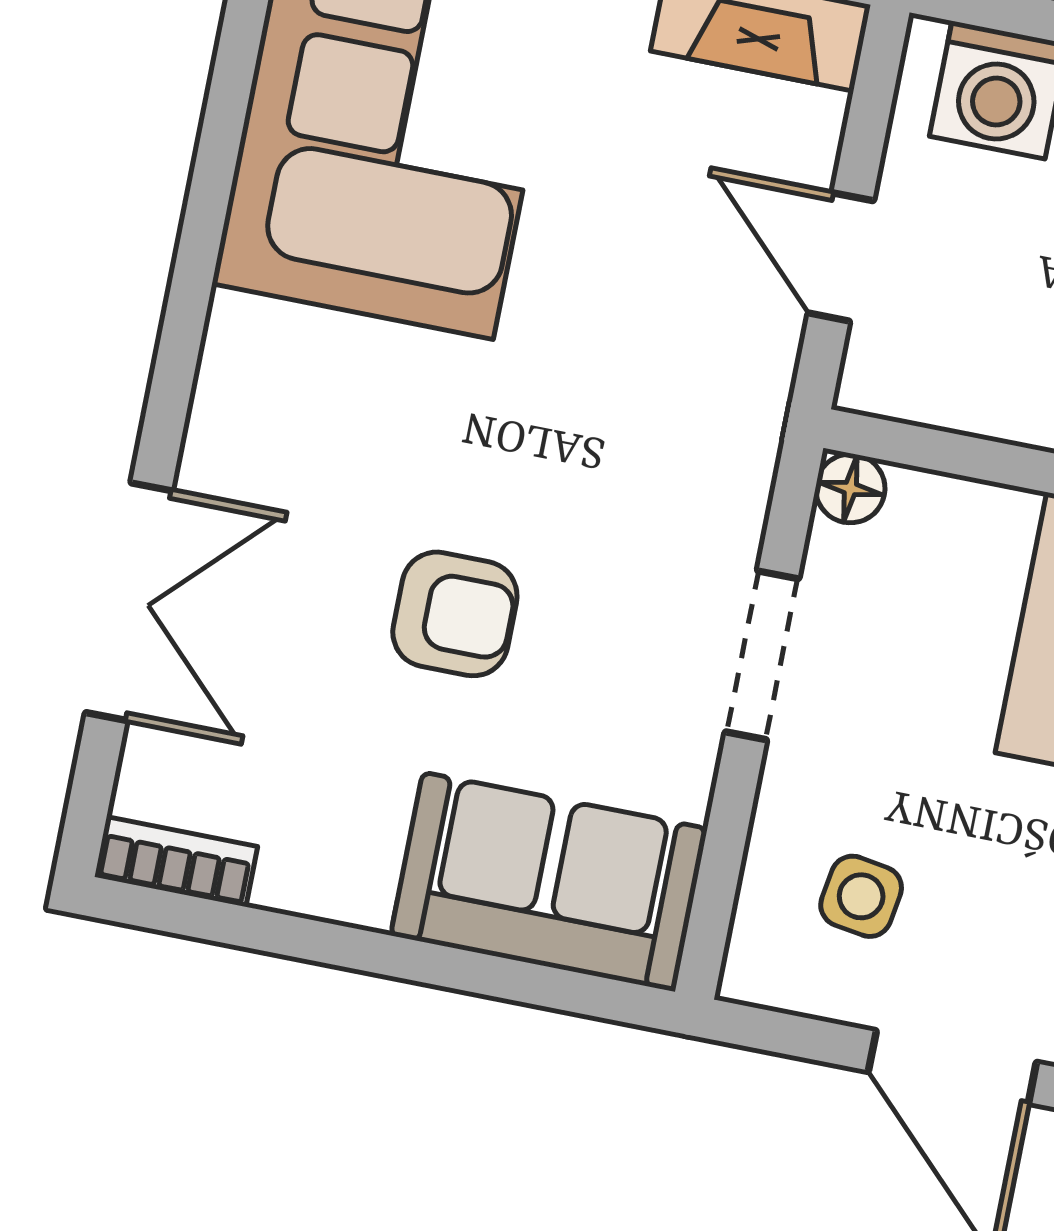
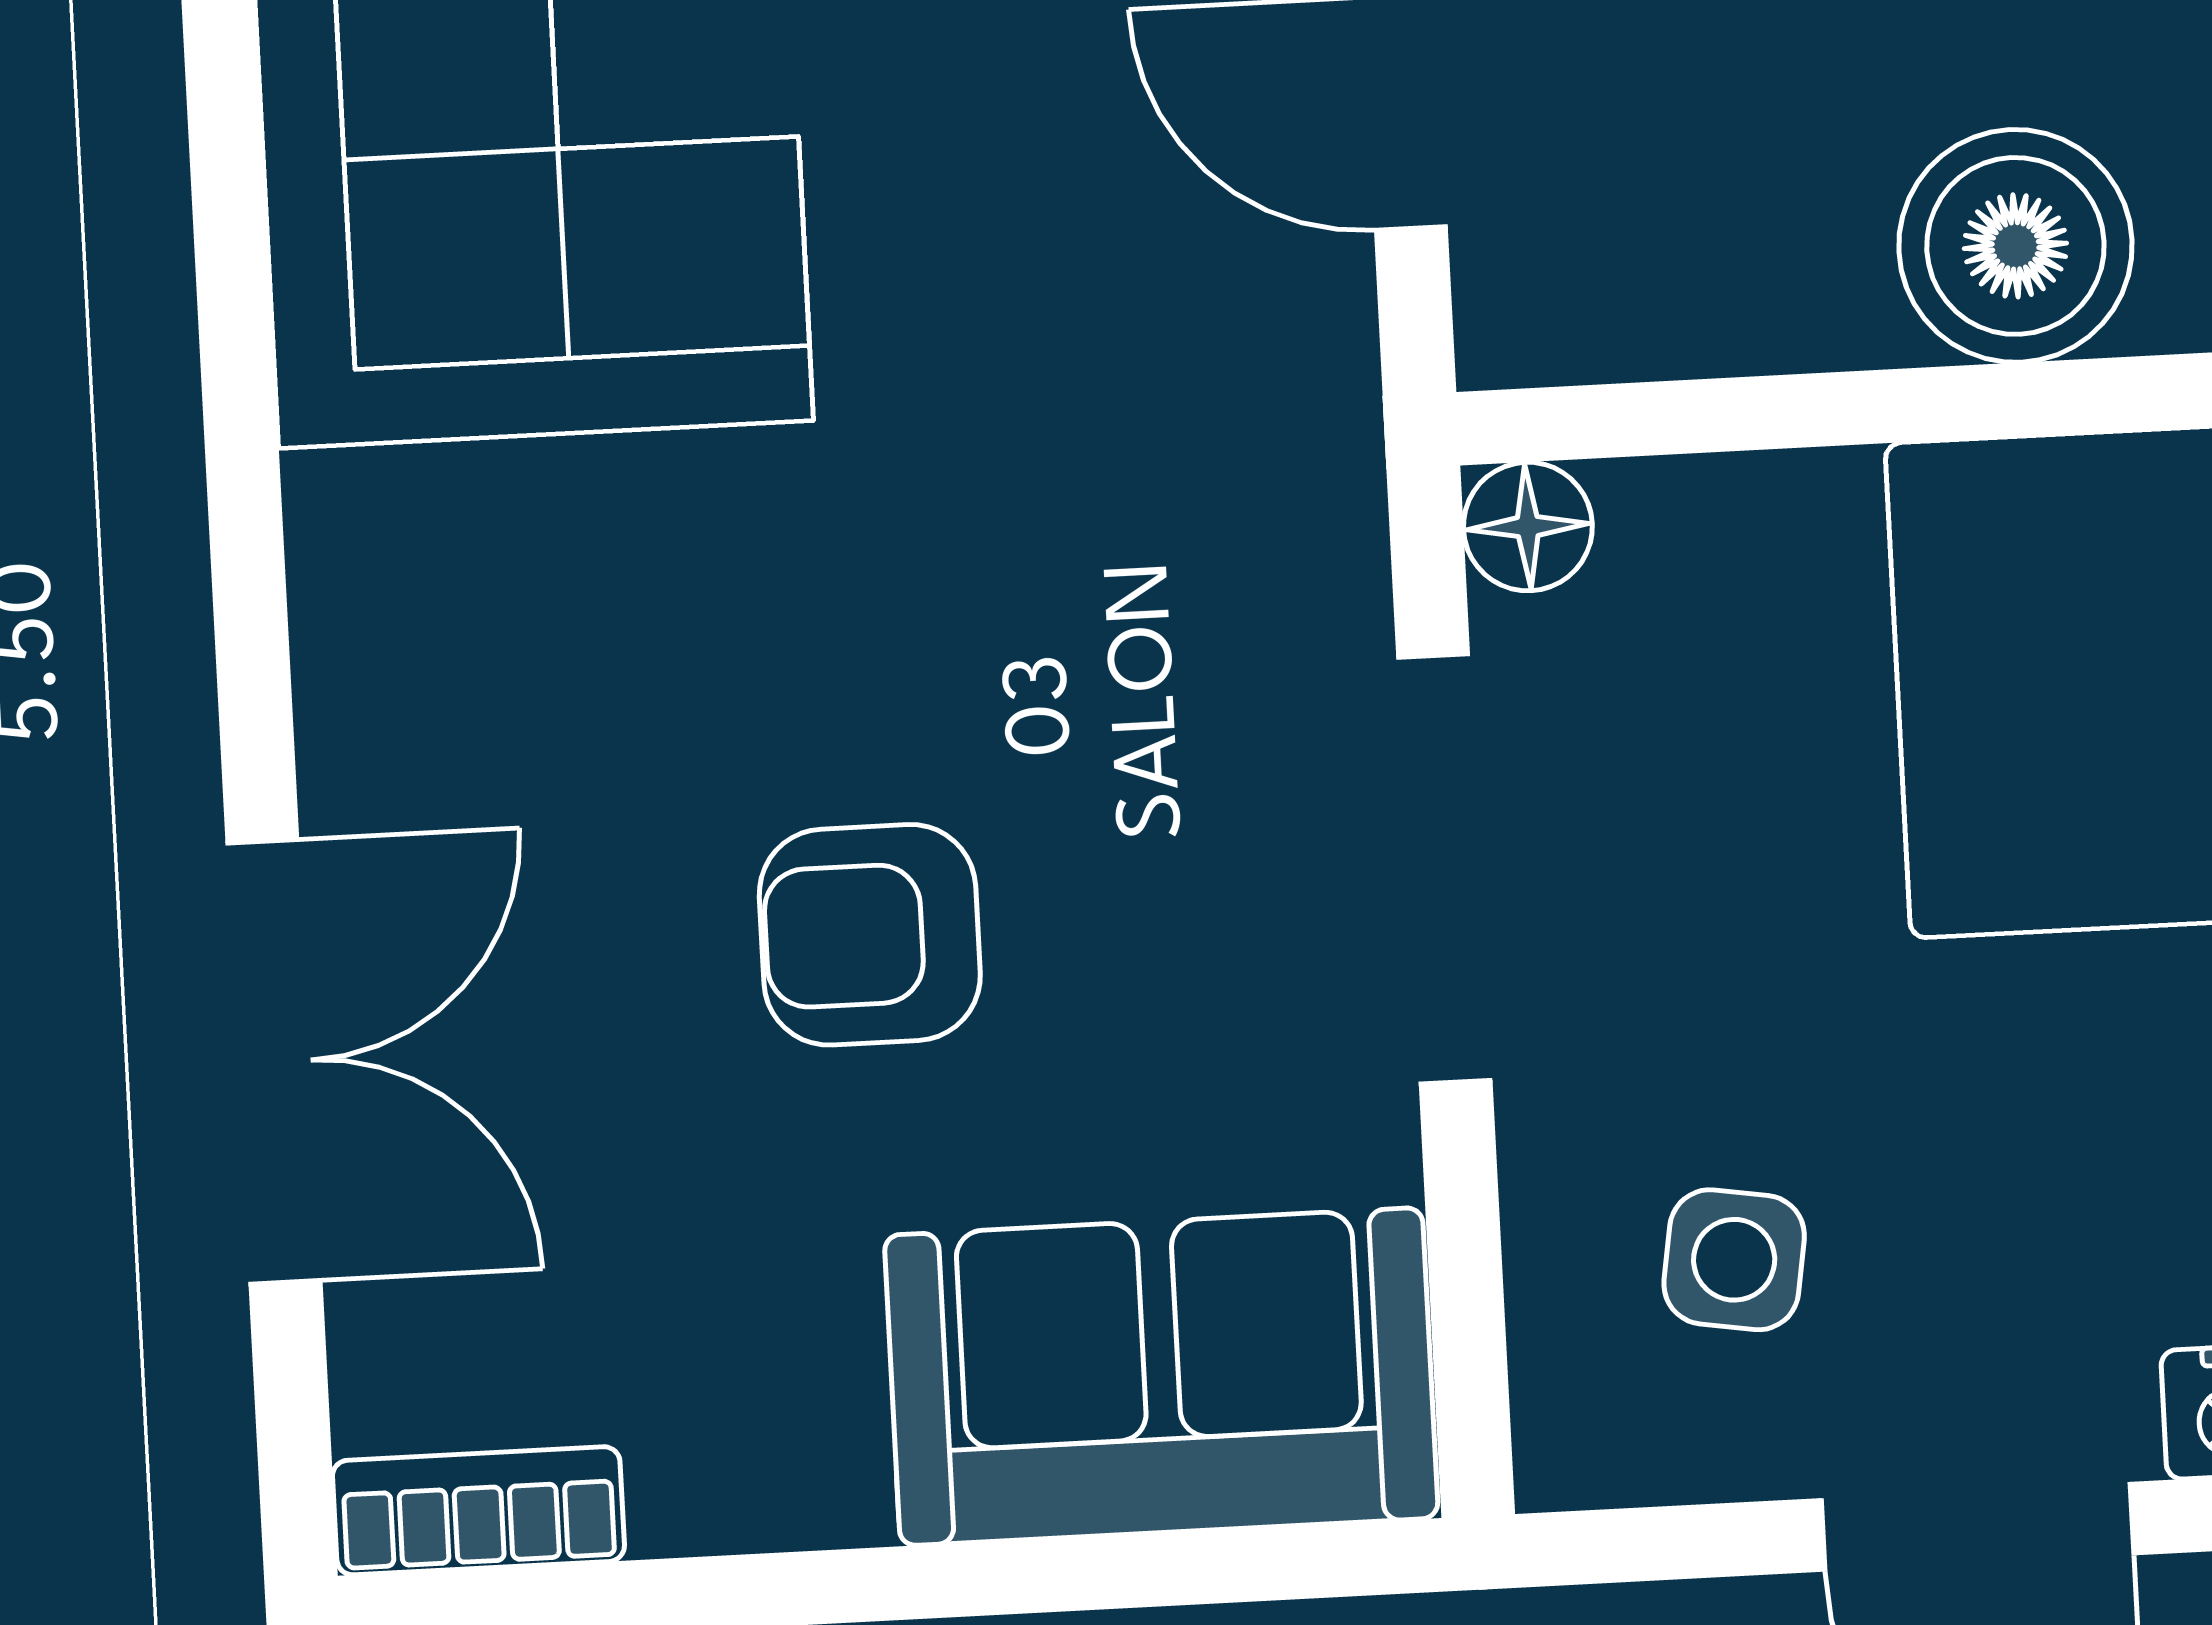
armchair: (455, 614) -> (870, 935), turned 180
doorway: (762, 655) -> (1444, 869), width x1.38

